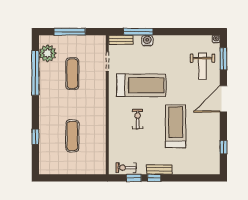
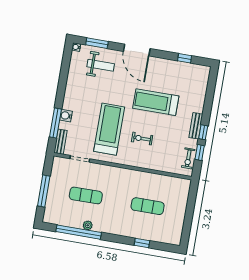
plant: (47, 53) -> (88, 225), moved, width x0.53, depth x0.53

